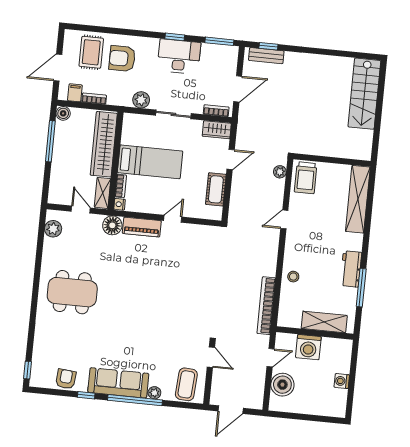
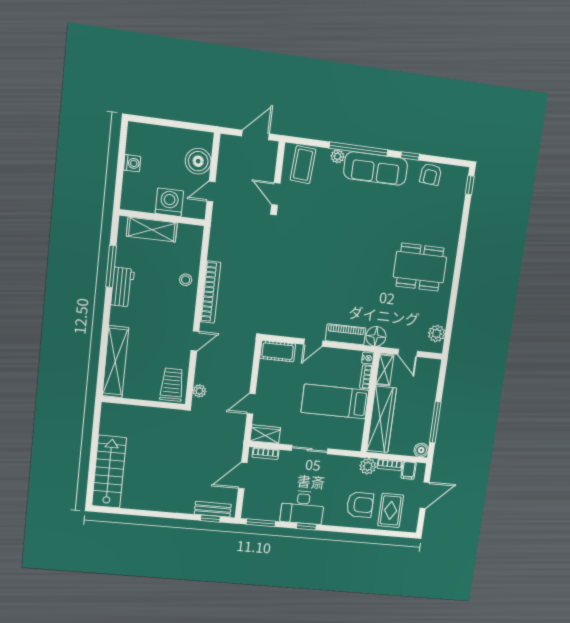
plant: (141, 100) -> (368, 466), moved
cot: (216, 189) -> (278, 351), moved, turned 90
bookcase: (266, 306) -> (210, 292), moved

